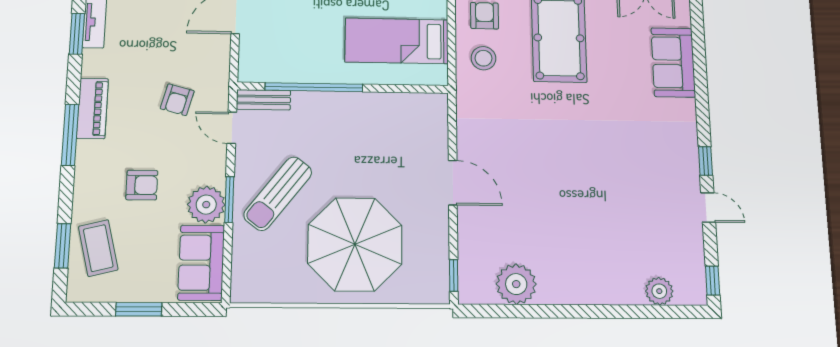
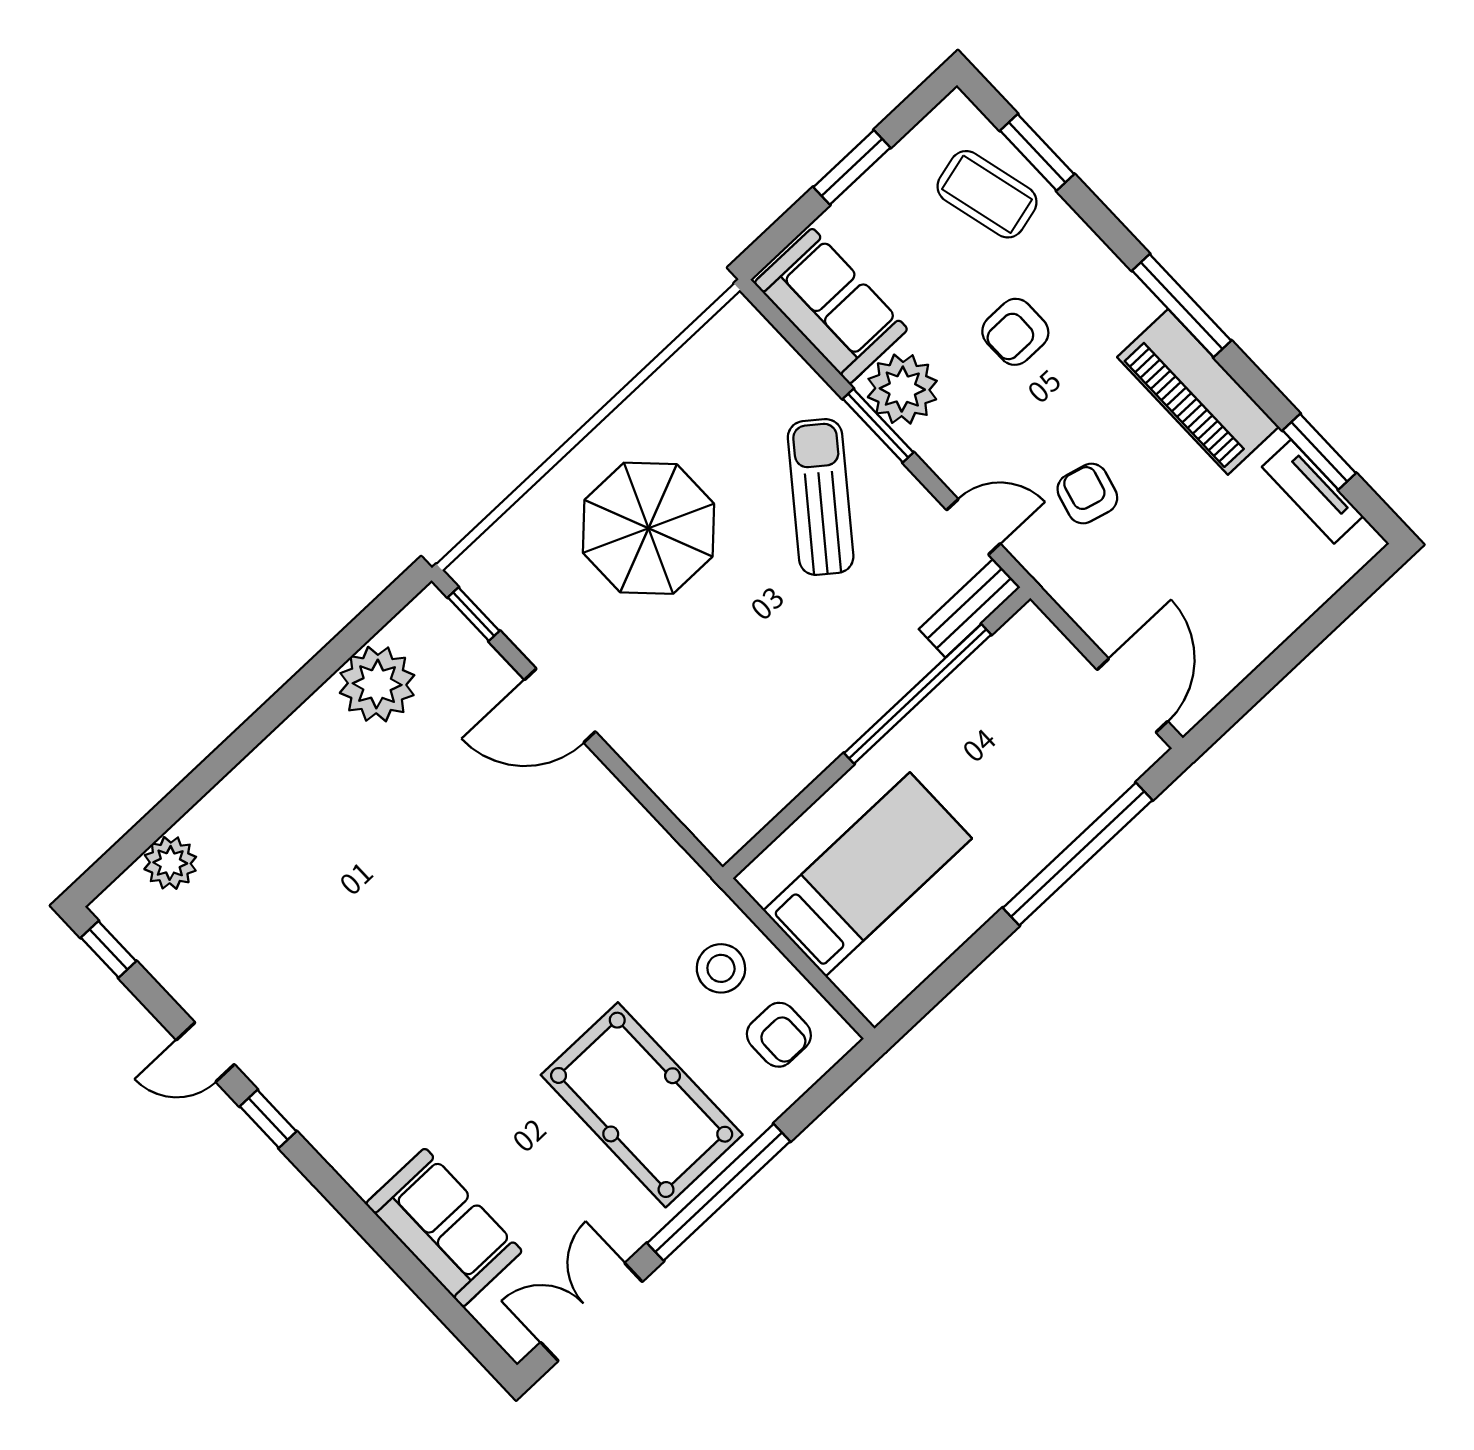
piano: (92, 108) -> (1198, 392), width x1.37, depth x1.33
door: (453, 183) -> (560, 706), moved
parasol: (355, 244) -> (648, 528), width x0.73, depth x0.73

